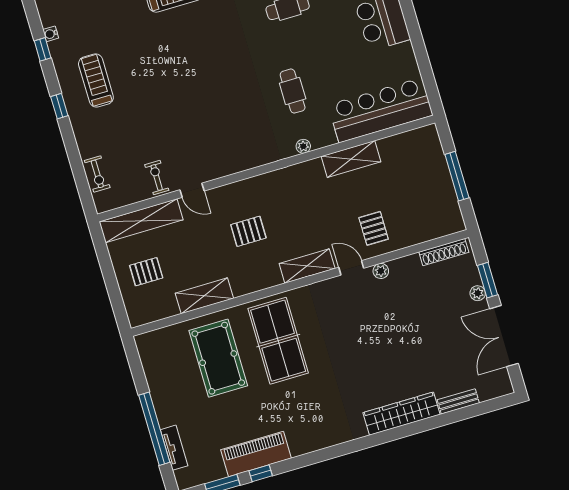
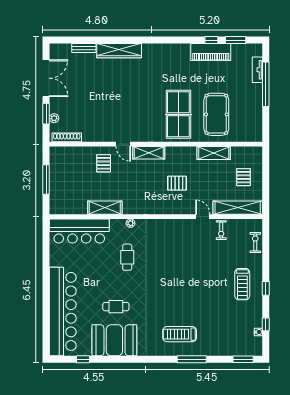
treadmill: (96, 80) -> (242, 284), moved
plant: (381, 271) -> (107, 137), removed
pallet: (146, 272) -> (243, 177), turned 90
plant: (478, 293) -> (54, 118), moved

